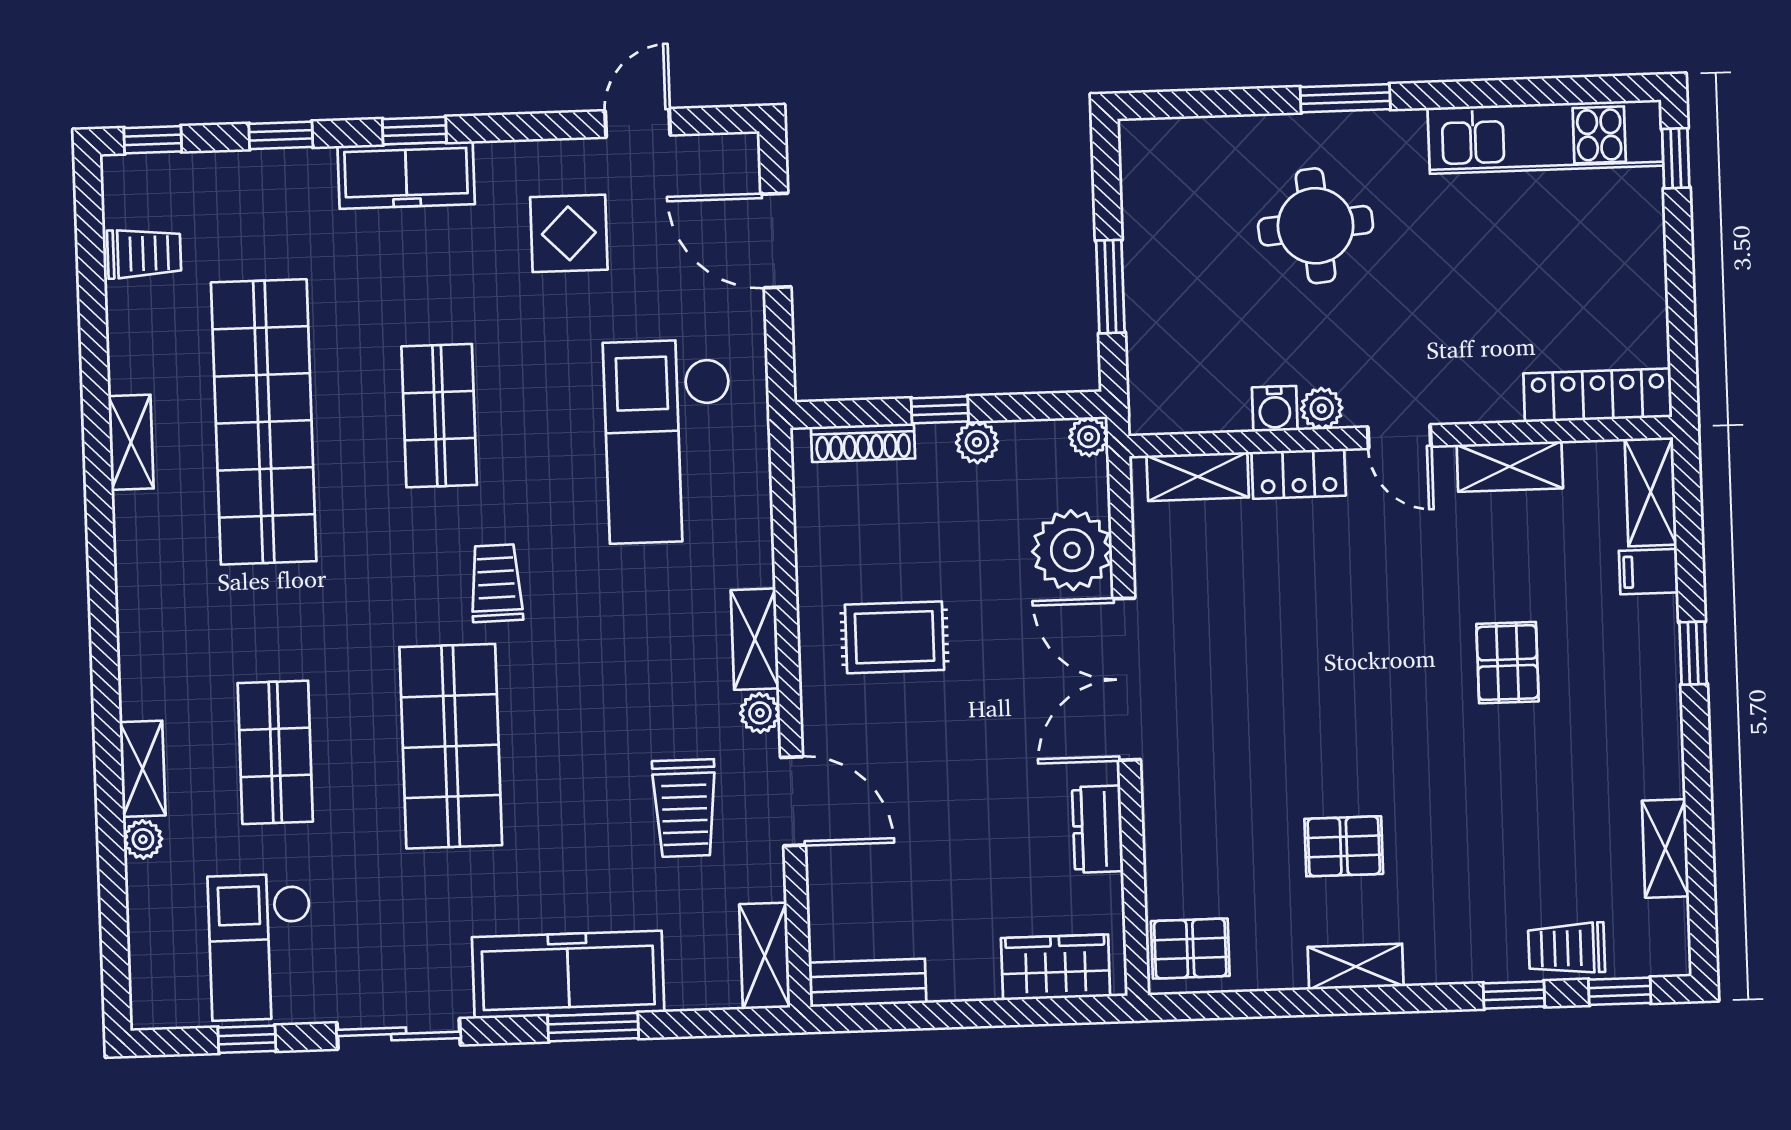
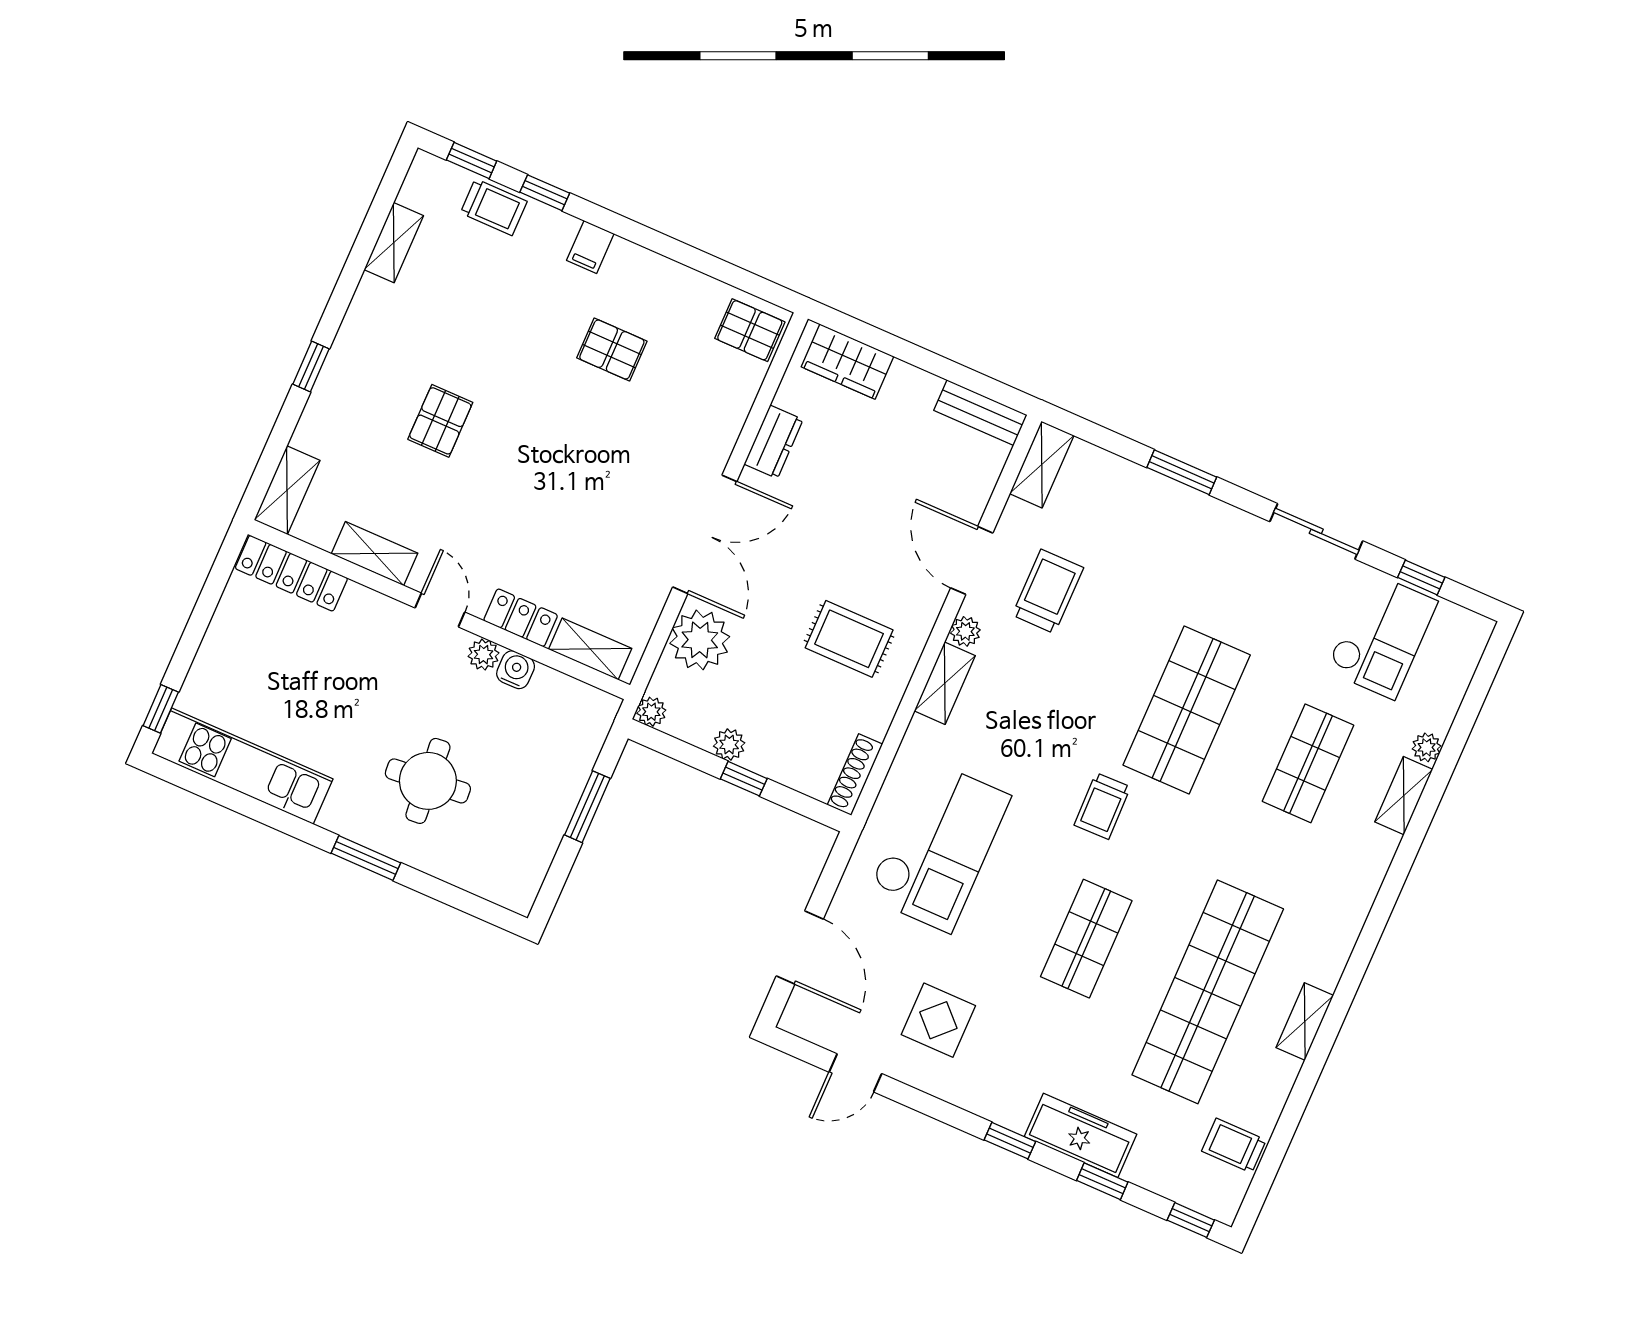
freezer: (406, 175) -> (1081, 1135), moved
shoe rack: (863, 443) -> (855, 775), moved, turned -90
filing cabinet: (1649, 572) -> (590, 247), moved, turned 90
shelving: (1356, 967) -> (643, 264), removed
freezer: (568, 975) -> (1182, 516), removed

